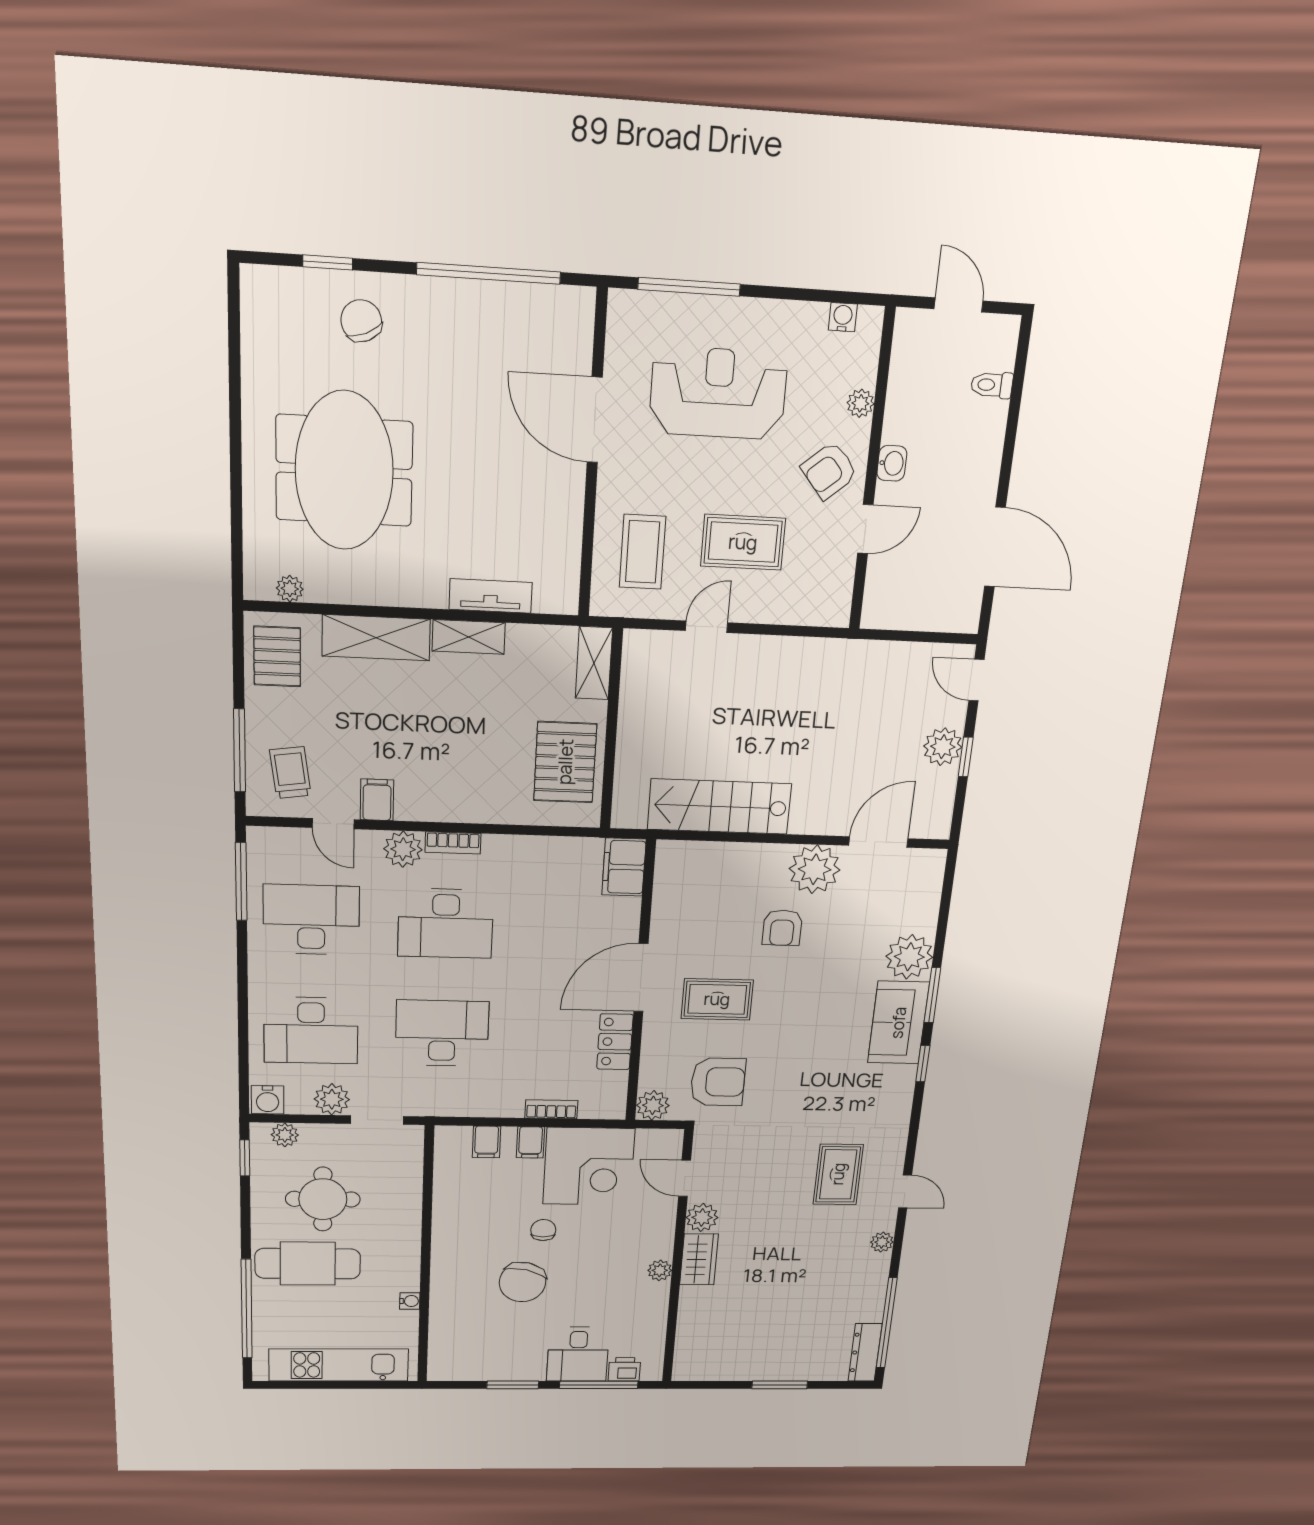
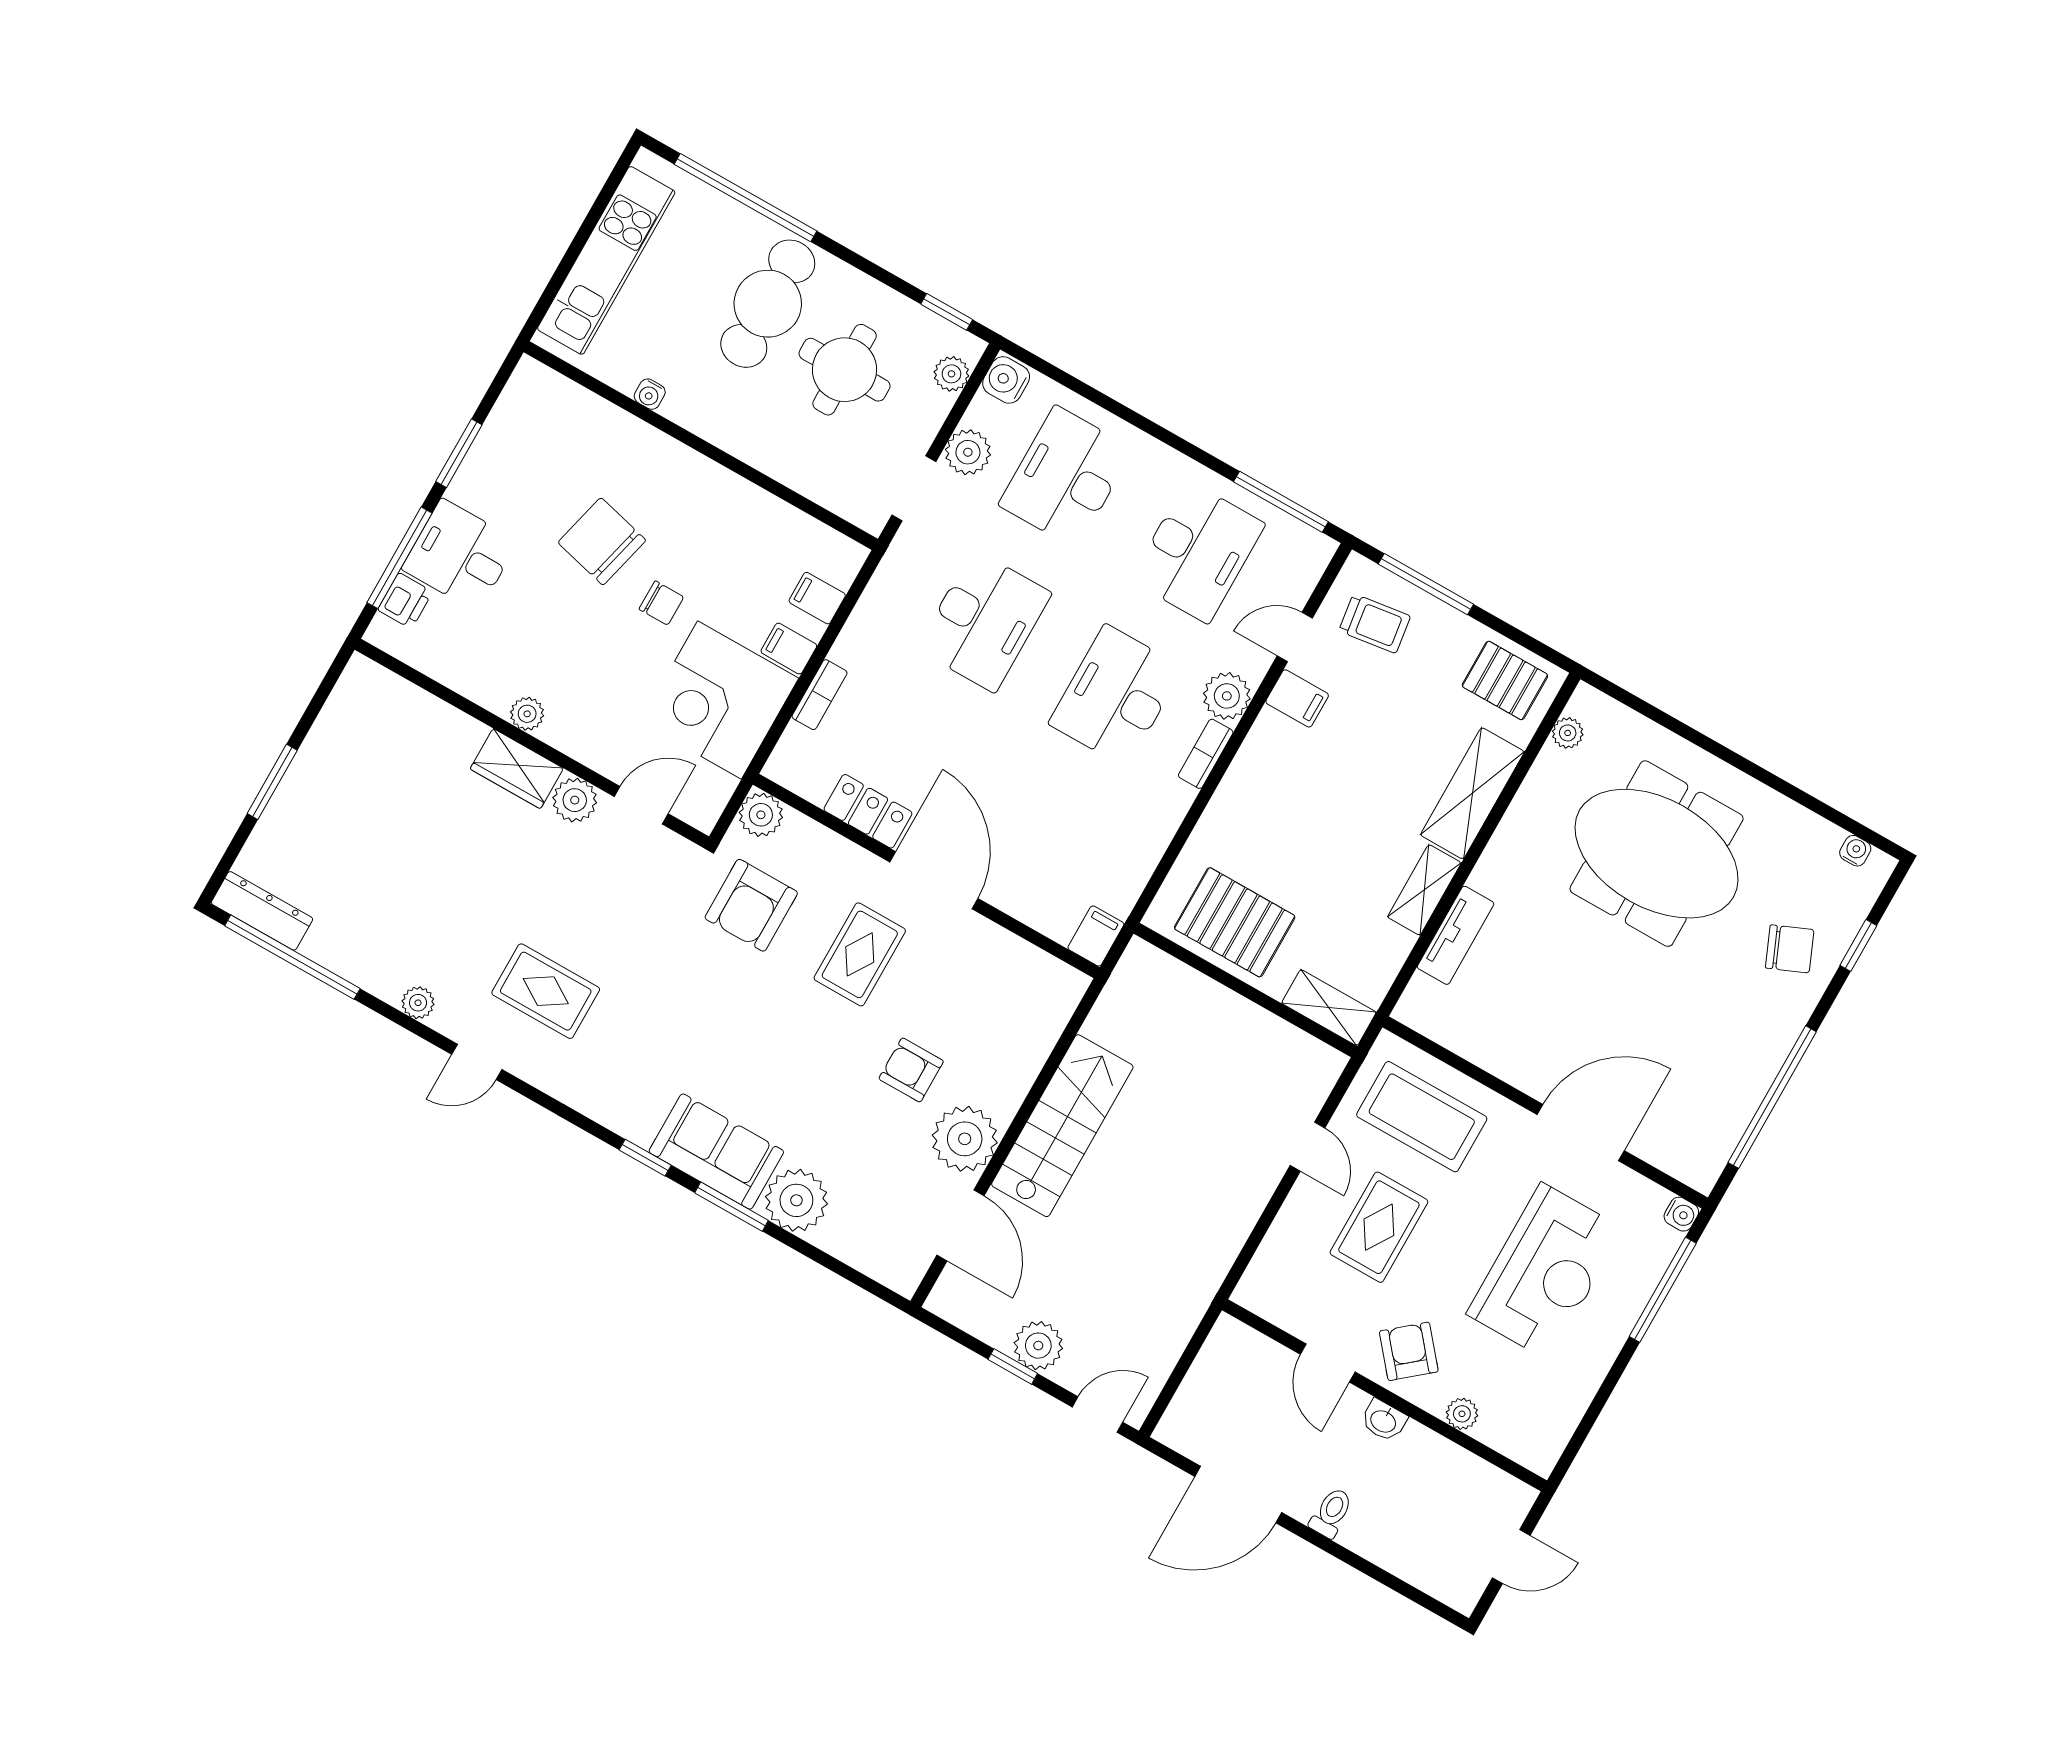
water cooler: (252, 306) -> (1855, 851), added
water cooler: (843, 317) -> (1681, 1214), moved
toilet: (992, 385) -> (1331, 1513), moved
coffee table: (643, 552) -> (1422, 1117), width x1.36, depth x1.32
stairs: (720, 807) -> (1062, 1126), moved
filing cabinet: (624, 867) -> (1096, 936), width x0.50

